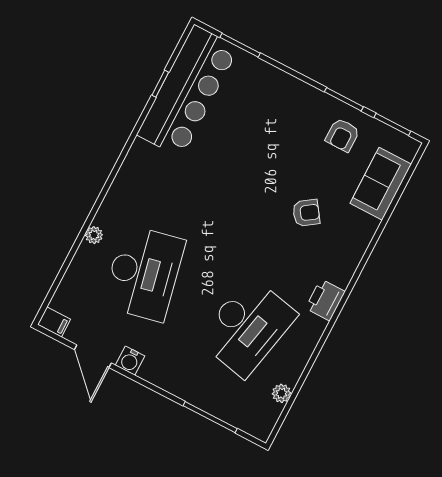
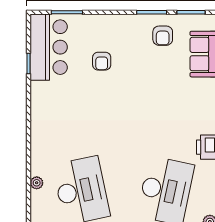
bar counter: (188, 91) -> (49, 47), width x0.73
armchair: (306, 213) -> (102, 61), moved, turned 125

